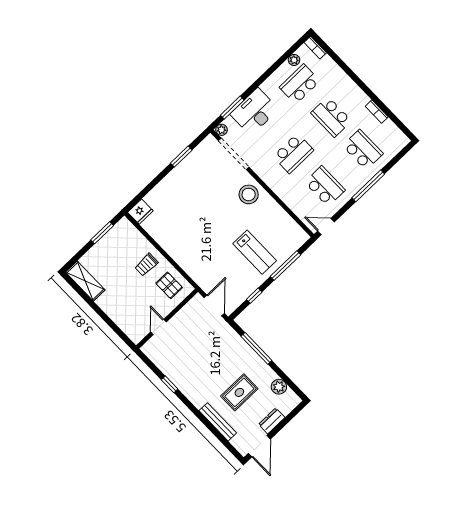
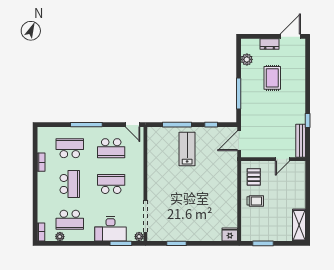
school desk: (363, 150) -> (70, 148), turned 90
school desk: (325, 186) -> (111, 148), turned -90
stool: (249, 194) -> (159, 185), removed
rug: (239, 392) -> (272, 78), turned 90
bench: (218, 422) -> (301, 141), moved

